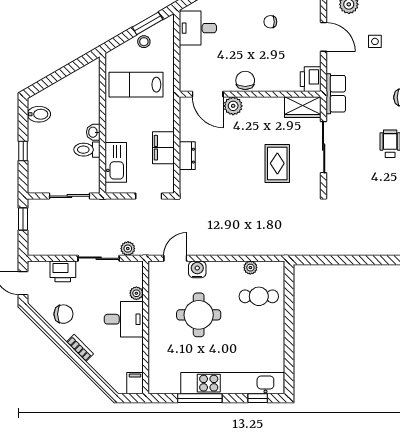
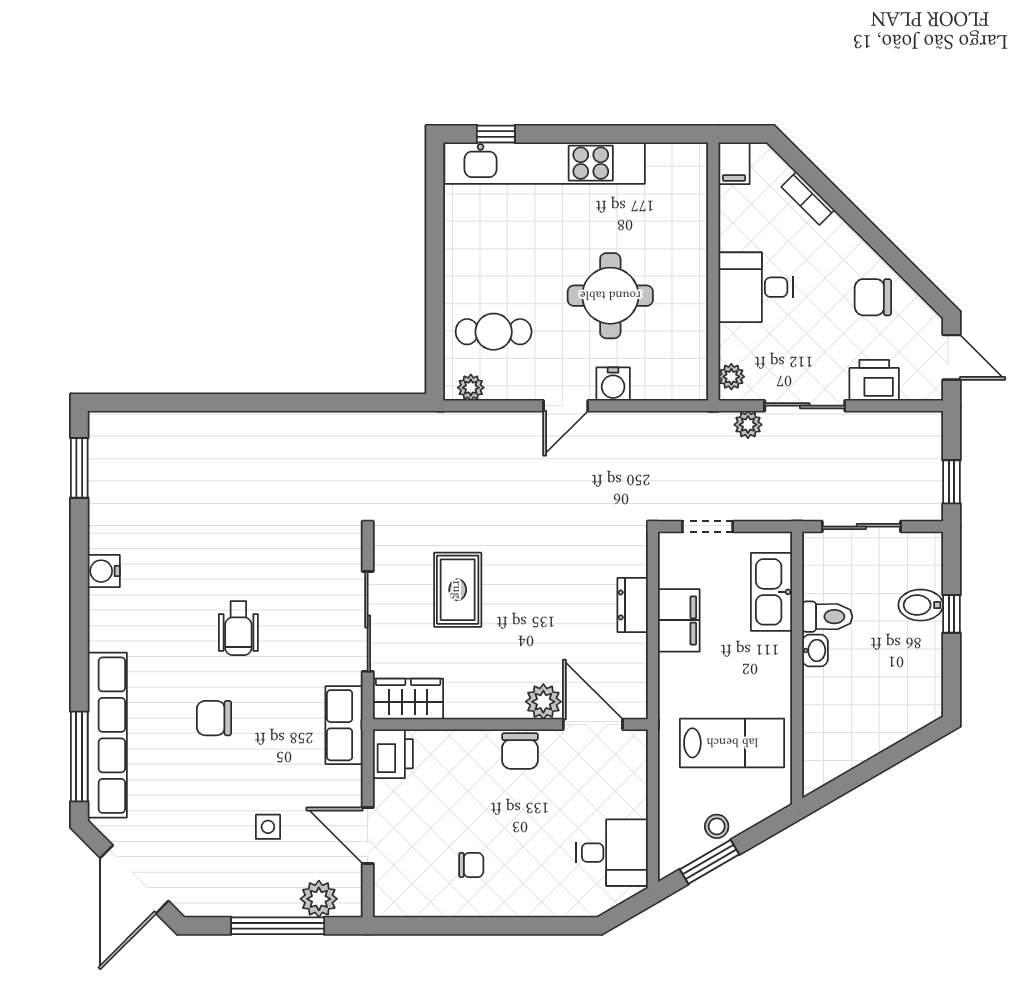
bidet: (39, 114) -> (921, 605), moved
door: (175, 258) -> (566, 406), moved
plant: (250, 268) -> (471, 388), moved
plant: (136, 293) -> (731, 377), moved
bookcase: (80, 348) -> (808, 198), moved
window: (200, 398) -> (608, 134), removed

